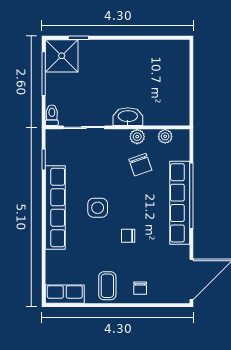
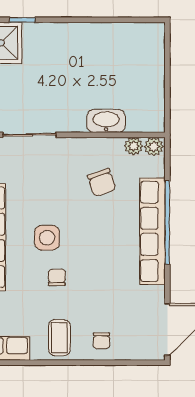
washbasin: (128, 117) -> (106, 121), moved
plant: (137, 137) -> (154, 147), moved
chair: (128, 236) -> (57, 277), moved, turned 90

